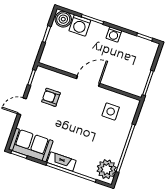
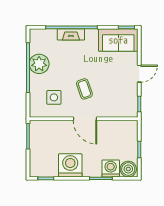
washing machine: (114, 35) -> (70, 165), width x1.89, depth x1.89
door: (88, 81) -> (85, 119), hinge flipped
armchair: (51, 97) -> (115, 91), removed
coffee table: (79, 110) -> (84, 89), added
fireplace: (62, 162) -> (71, 34), moved
plant: (107, 169) -> (39, 64), moved

